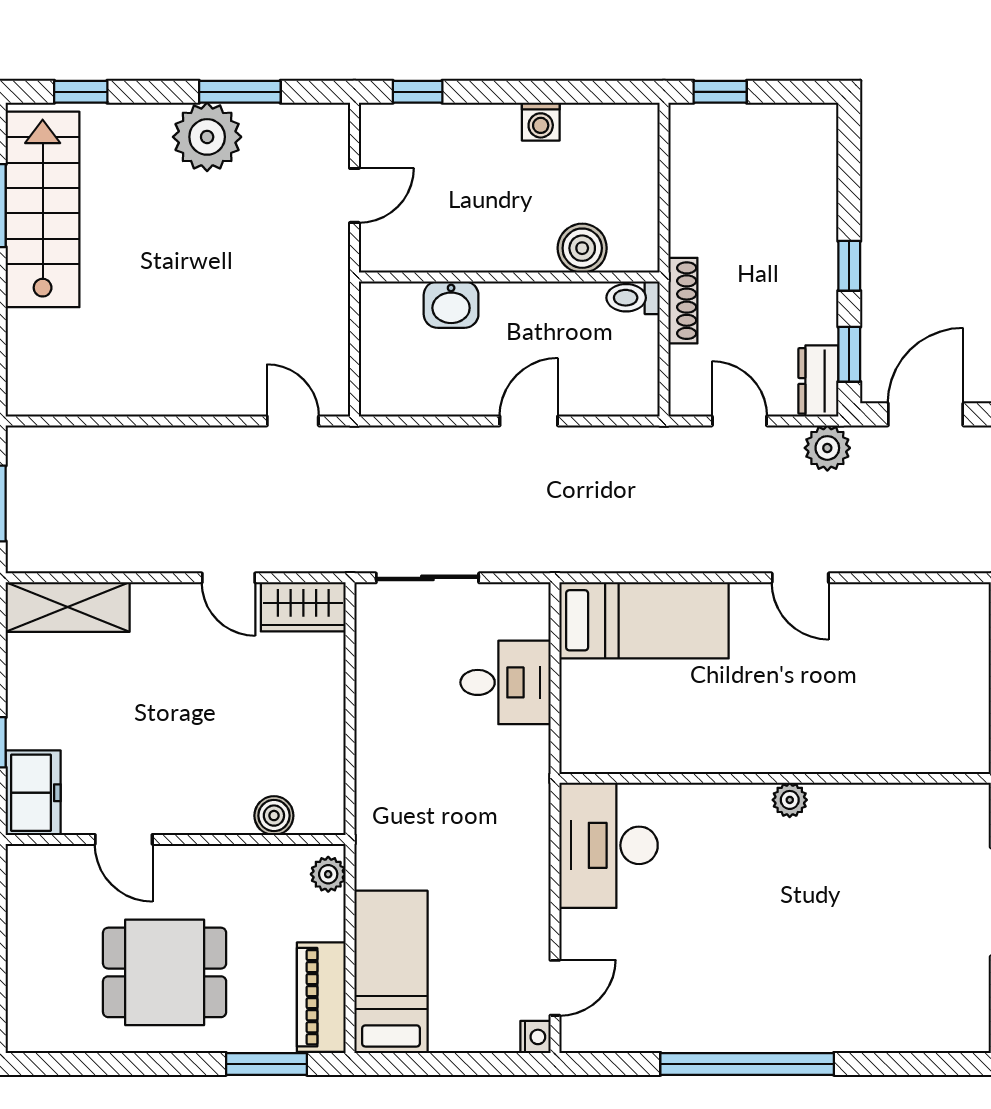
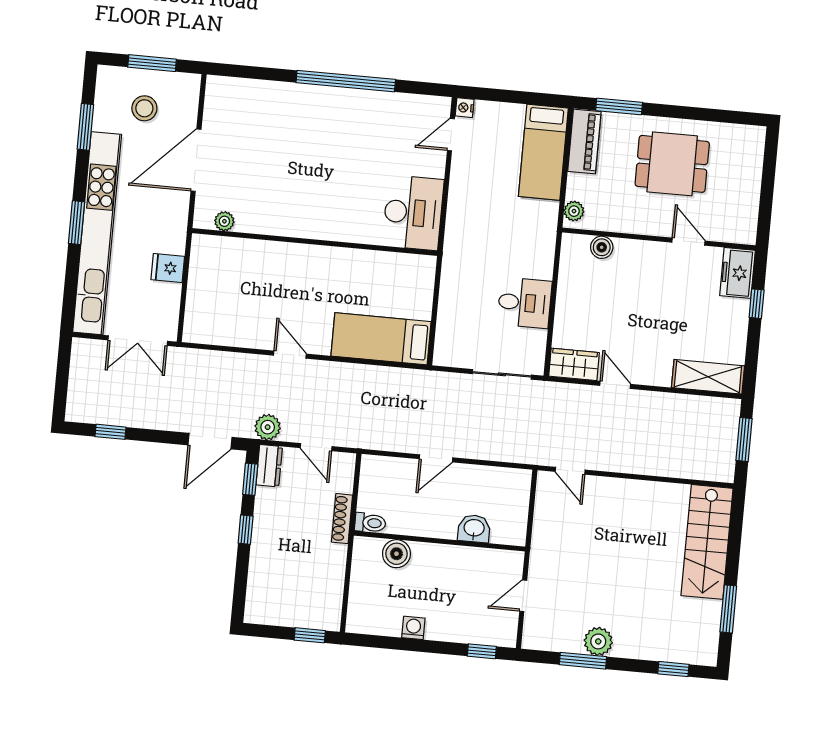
plant: (207, 137) -> (598, 641), width x0.73, depth x0.73
stairs: (43, 209) -> (707, 542), moved
desk: (506, 682) -> (525, 303), moved, turned 180
plant: (790, 800) -> (224, 221), moved

